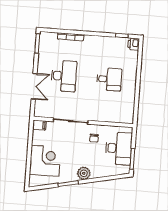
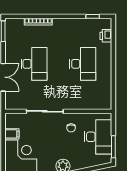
printer: (134, 44) -> (106, 36), moved
desk: (109, 79) -> (83, 64), width x1.37
filing cabinet: (39, 125) -> (12, 134), moved

